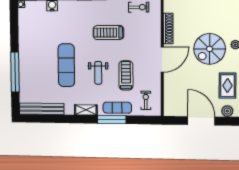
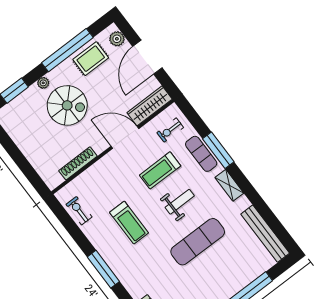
door: (162, 59) -> (125, 137), moved
wardrobe: (170, 99) -> (150, 106), added

